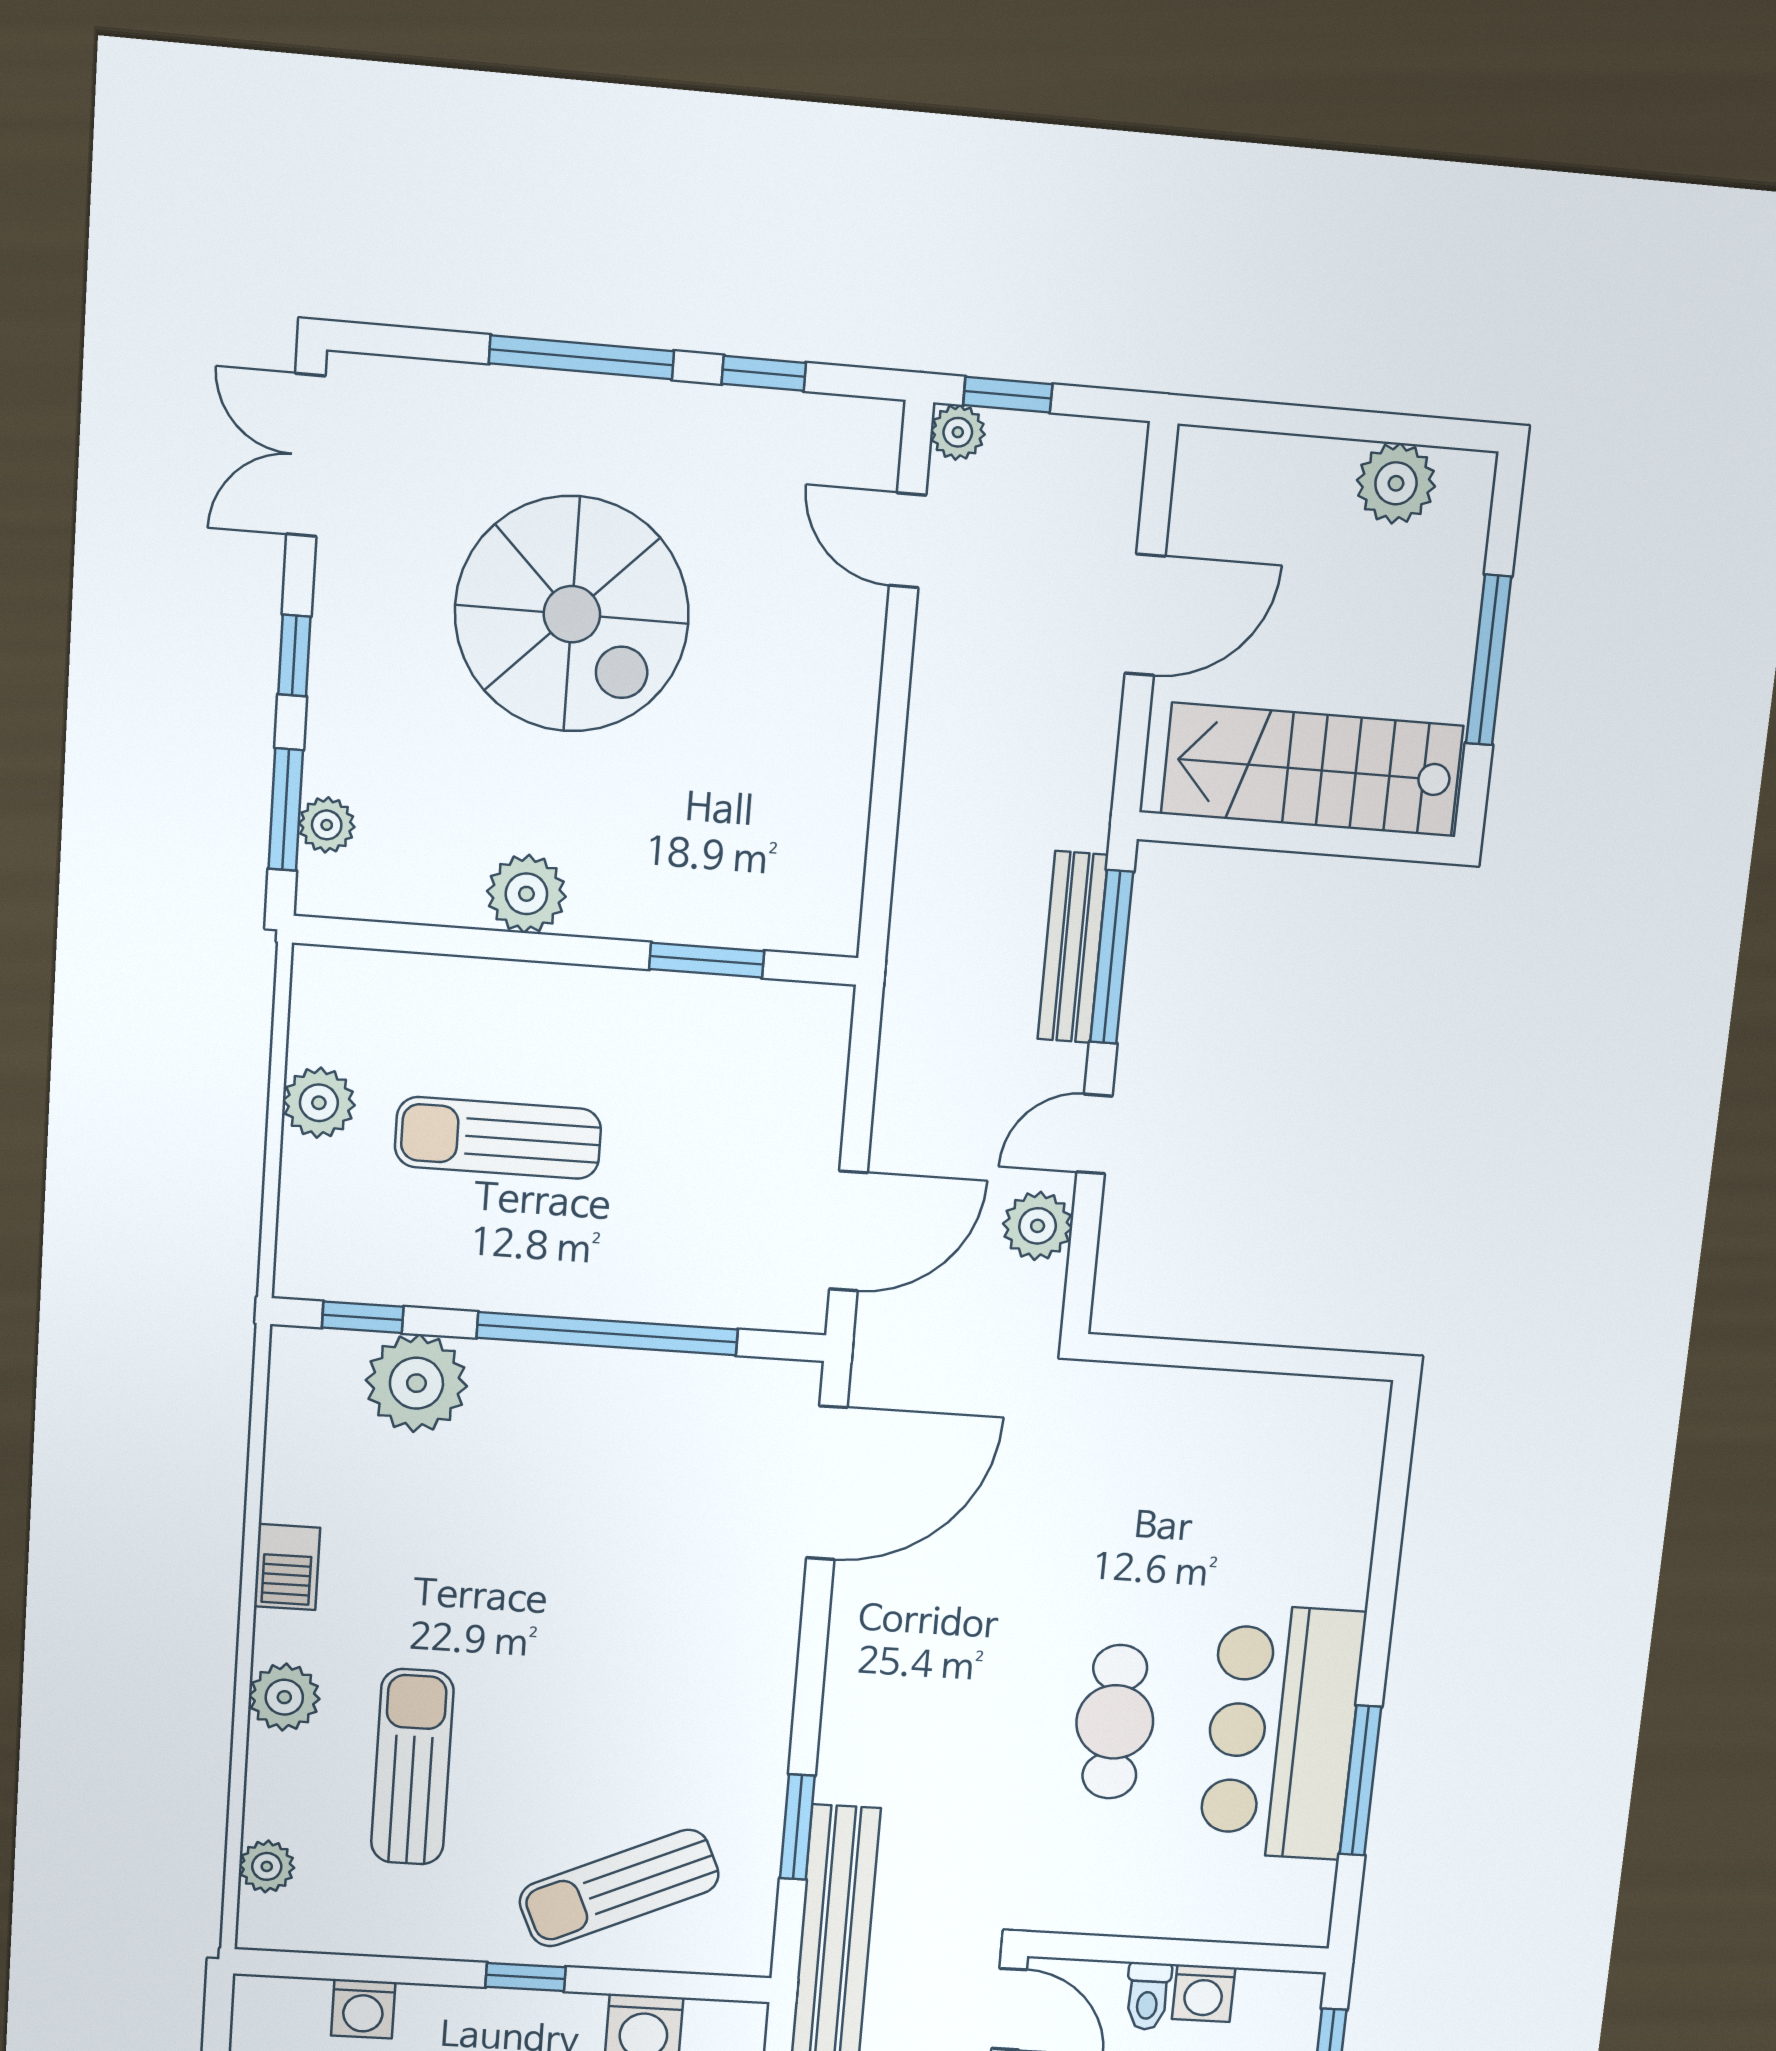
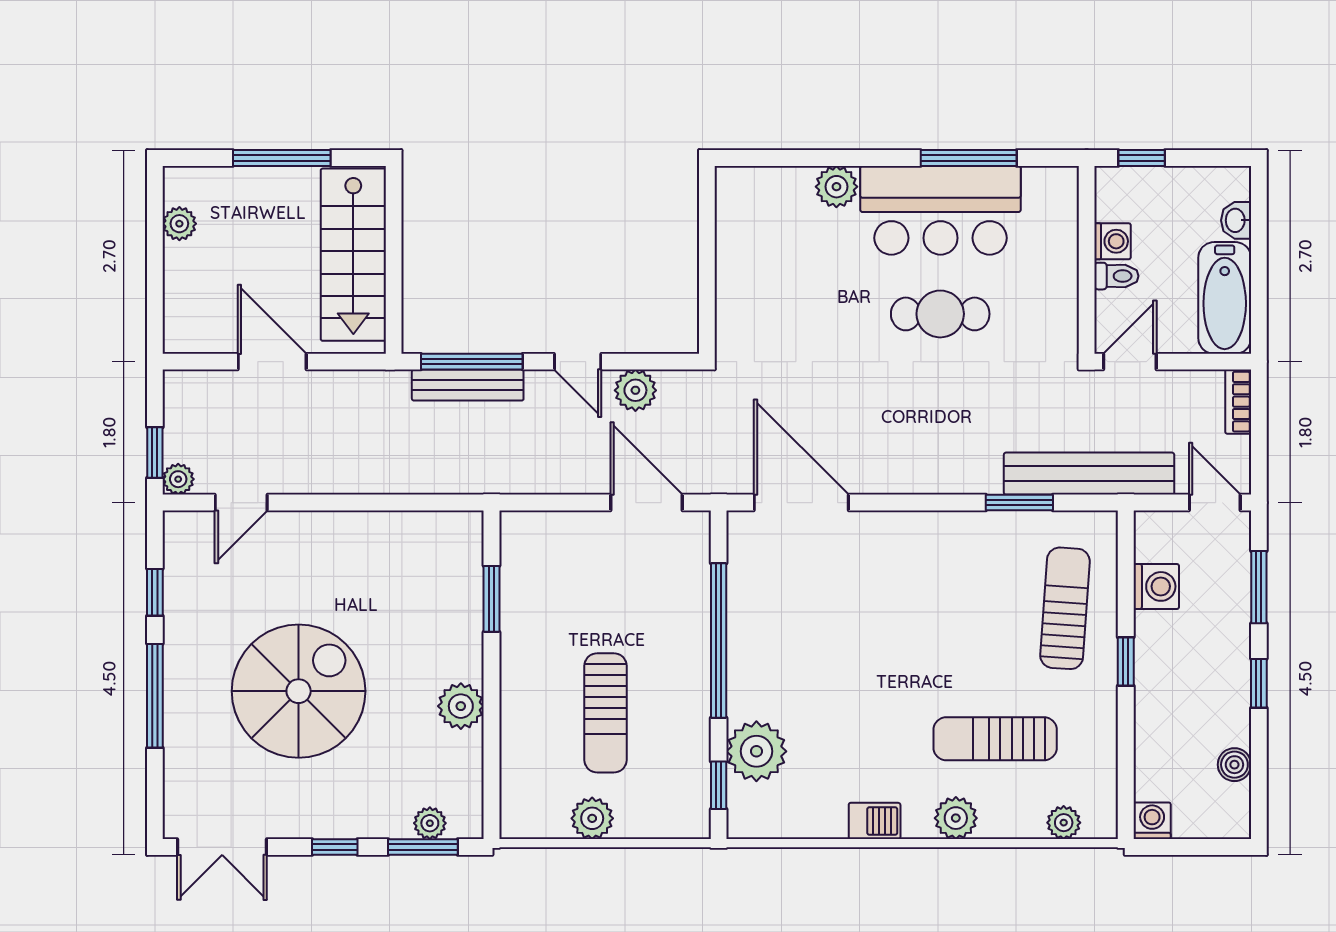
plant: (1396, 483) -> (179, 224), width x0.73, depth x0.73
plant: (1338, 1572) -> (836, 187), added
sun lounger: (619, 1888) -> (1065, 608), turned -152
washing machine: (363, 2009) -> (1152, 821), moved, turned -90

